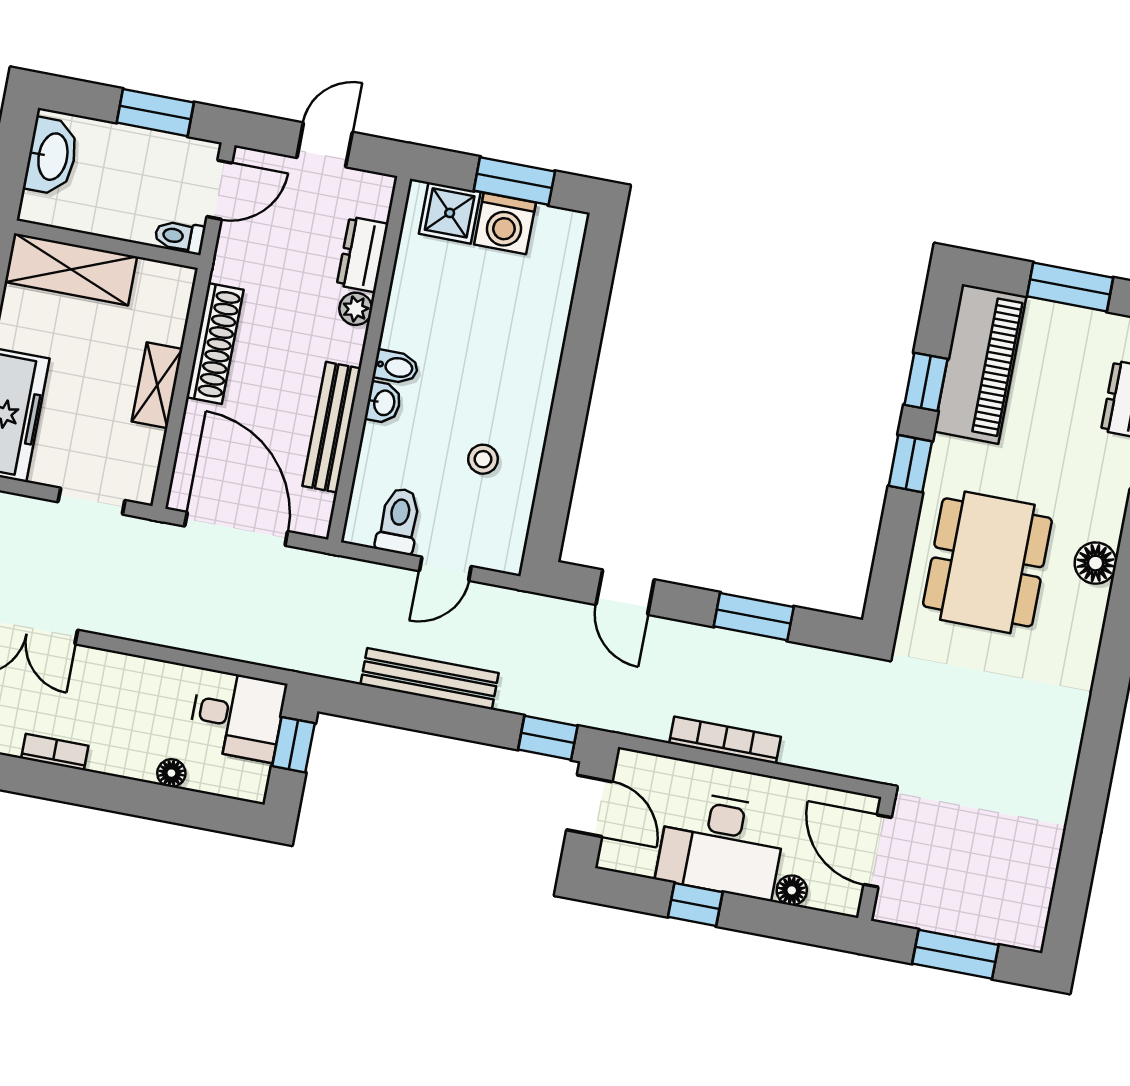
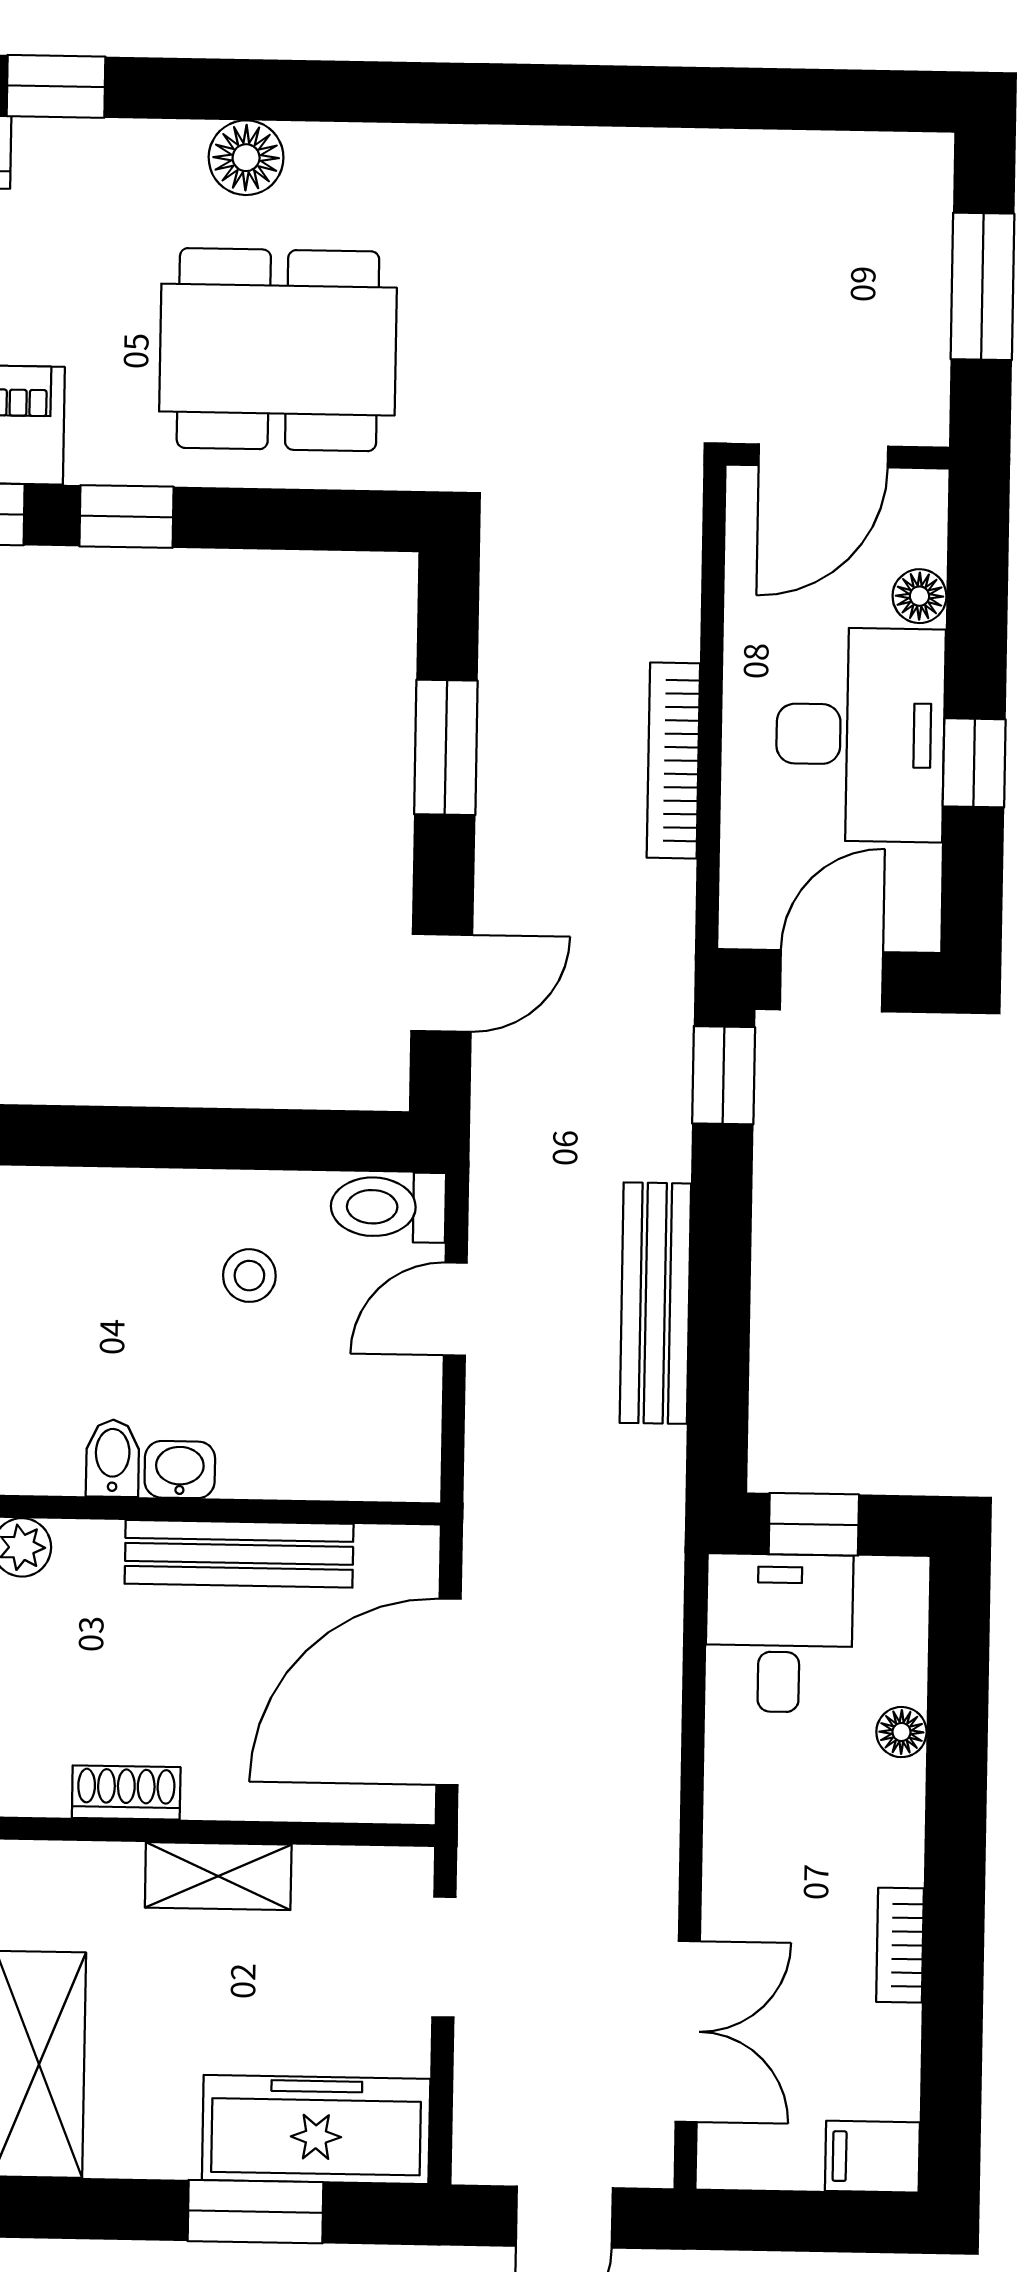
shoe rack: (215, 343) -> (126, 1792), width x0.51, depth x0.81
toilet: (399, 521) -> (388, 1207), moved
door: (445, 569) -> (455, 1309), swing flipped

